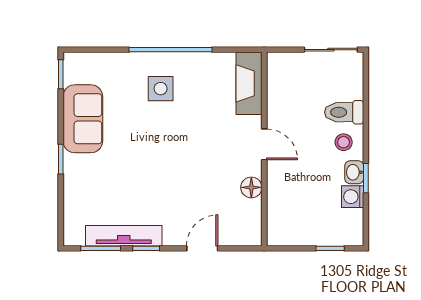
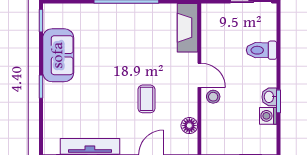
side table: (161, 89) -> (119, 32), removed
stool: (344, 142) -> (213, 97), moved
coffee table: (196, 175) -> (147, 99), added
floor lamp: (251, 187) -> (189, 126), moved

